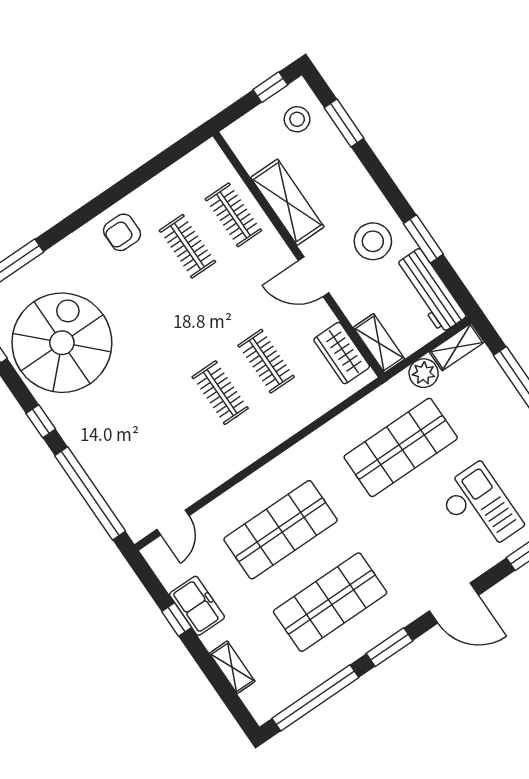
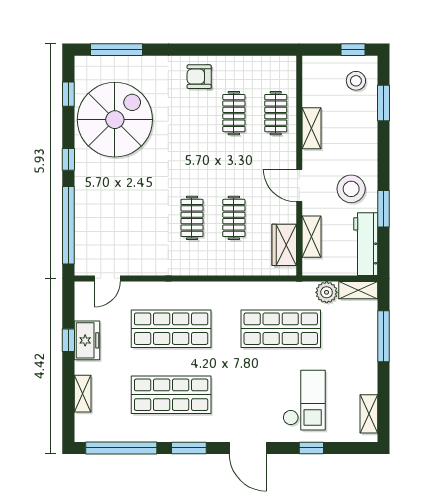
shelving: (287, 202) -> (312, 128), width x0.67, depth x0.75
shelving: (379, 343) -> (312, 237), moved

